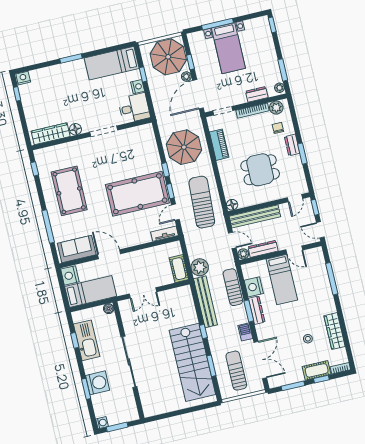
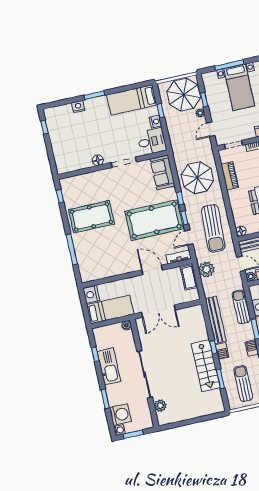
nightstand: (23, 78) -> (78, 106), moved
door: (198, 94) -> (211, 129), width x0.53
wardrobe: (51, 134) -> (75, 164), removed
pool table: (69, 191) -> (91, 217), turned 90
sun lounger: (202, 202) -> (213, 228), turned 180
sofa: (77, 249) -> (162, 172), moved, turned -90
door: (109, 254) -> (152, 270), moved
plant: (200, 267) -> (206, 270), moved
cot: (179, 269) -> (189, 277), moved
double door: (143, 293) -> (158, 311), width x1.37
barbecue: (213, 335) -> (222, 351), added
kitchen sink: (87, 340) -> (109, 366), moved
stairs: (192, 362) -> (206, 366), width x0.73, depth x0.66
washing machine: (98, 383) -> (120, 415), moved
plant: (146, 396) -> (160, 406), added

